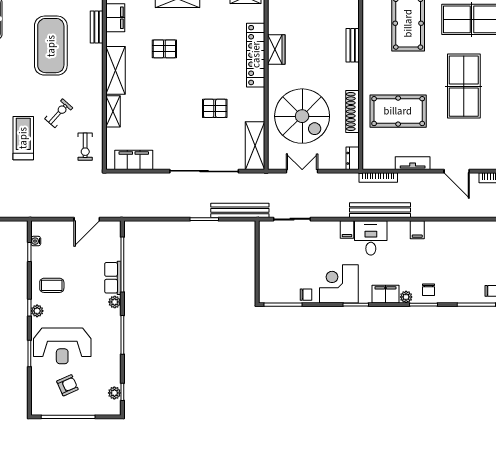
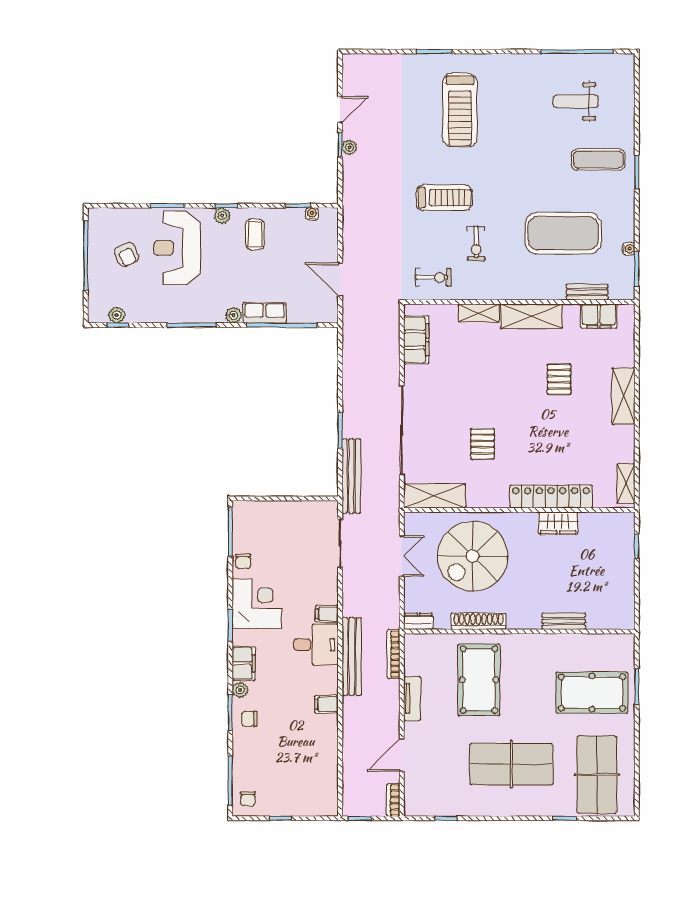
exercise bike: (59, 113) -> (476, 243), turned 48
exercise bike: (85, 147) -> (433, 277), turned 180

